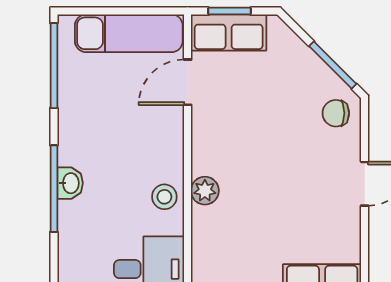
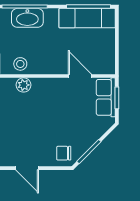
exam couch: (129, 33) -> (87, 18), moved, turned -90
chair: (336, 113) -> (64, 153), turned -90
washbasin: (70, 183) -> (27, 18), width x1.91, depth x1.45

